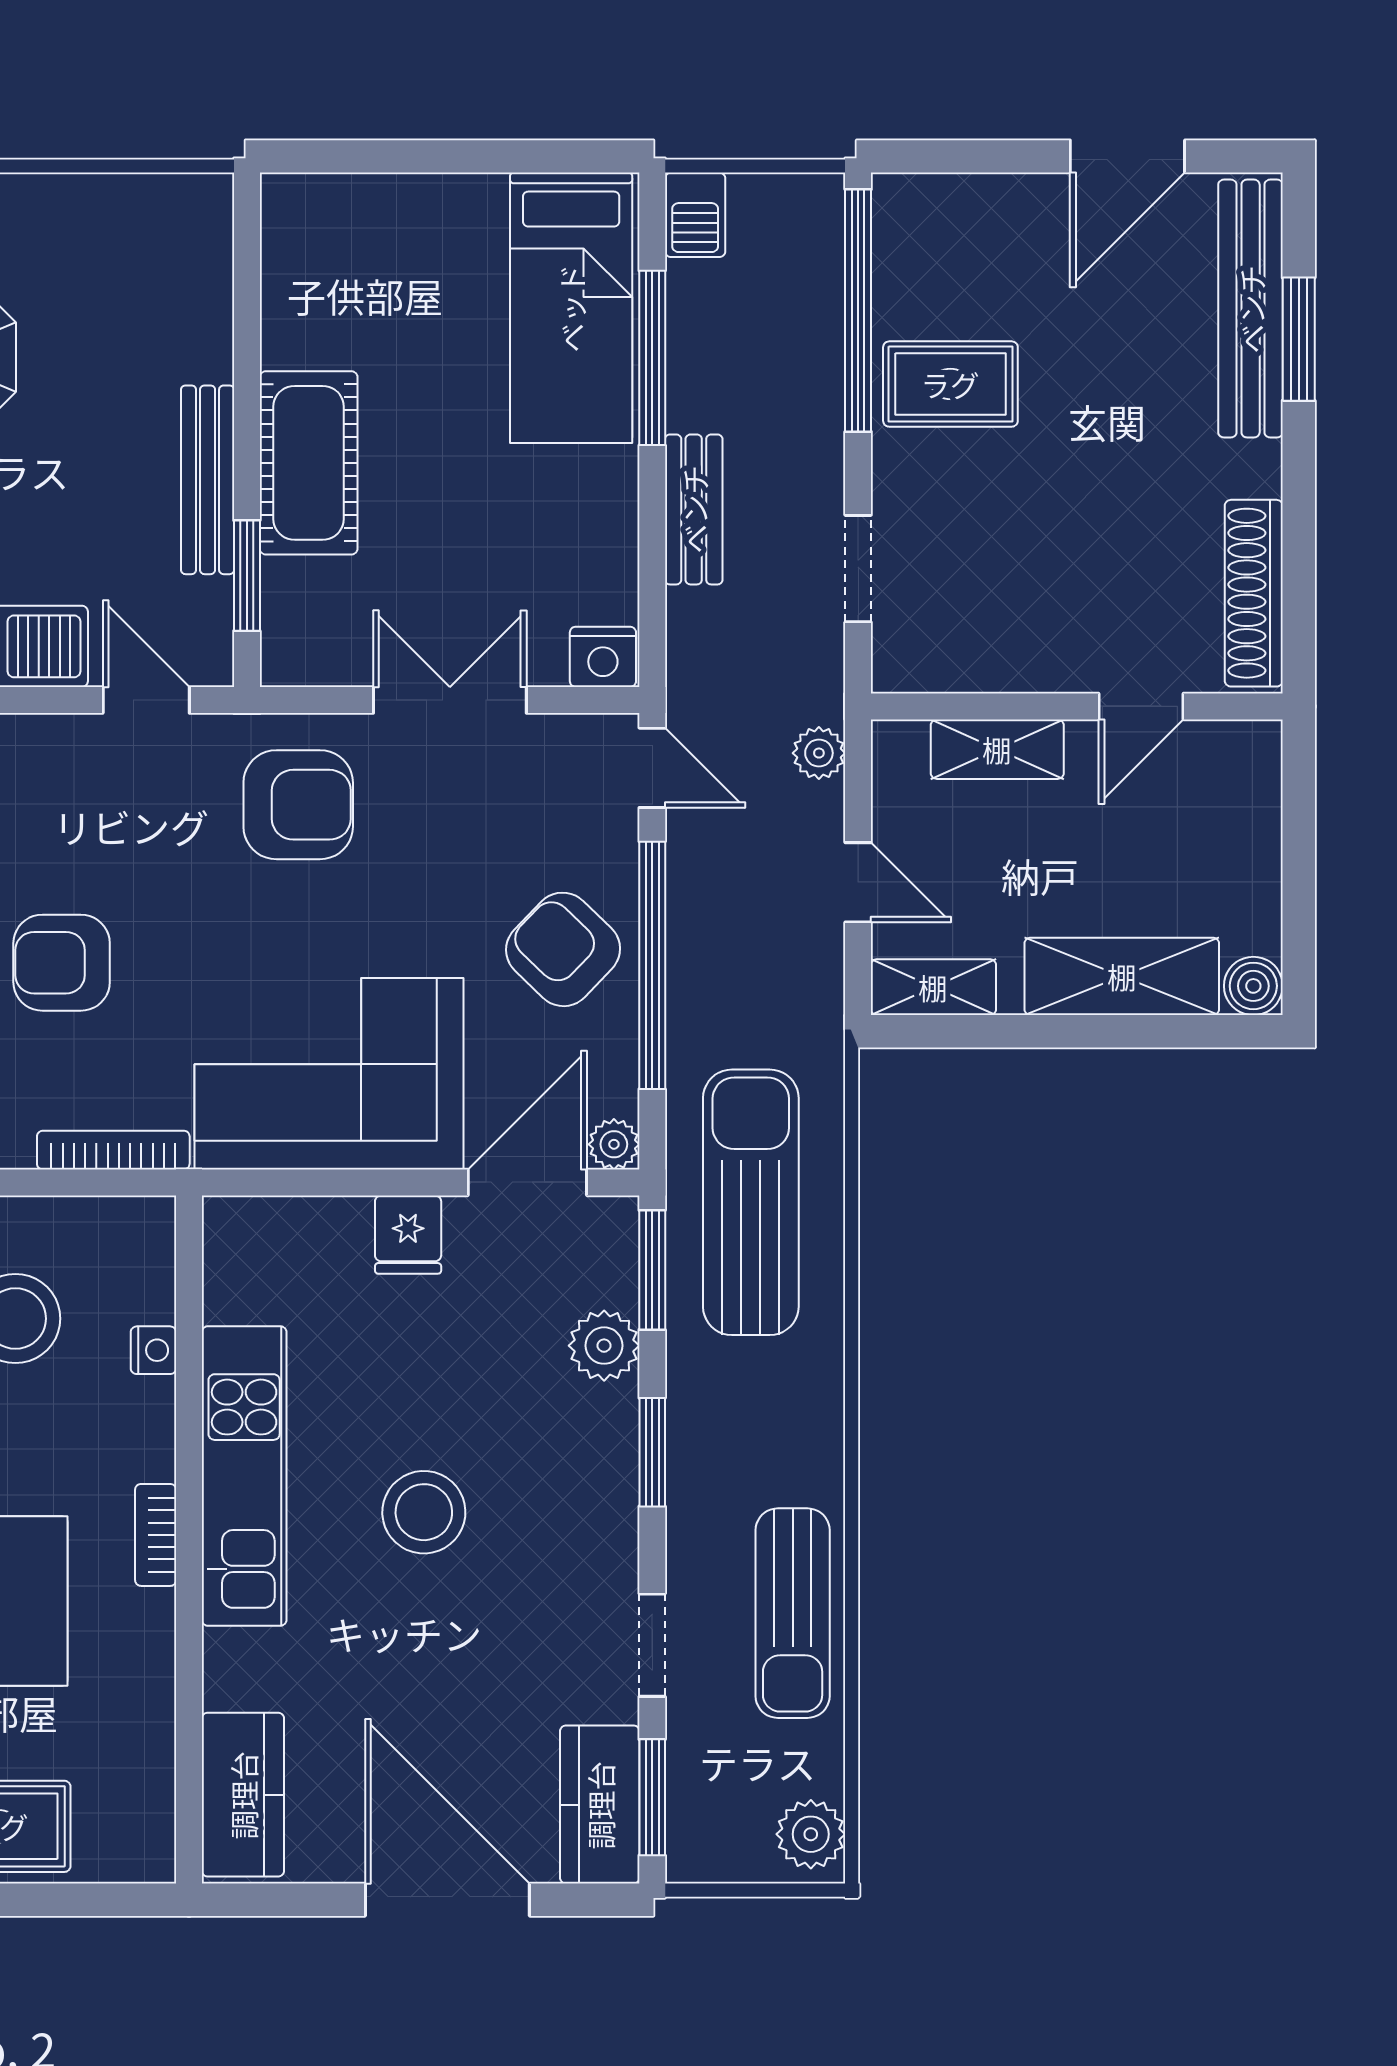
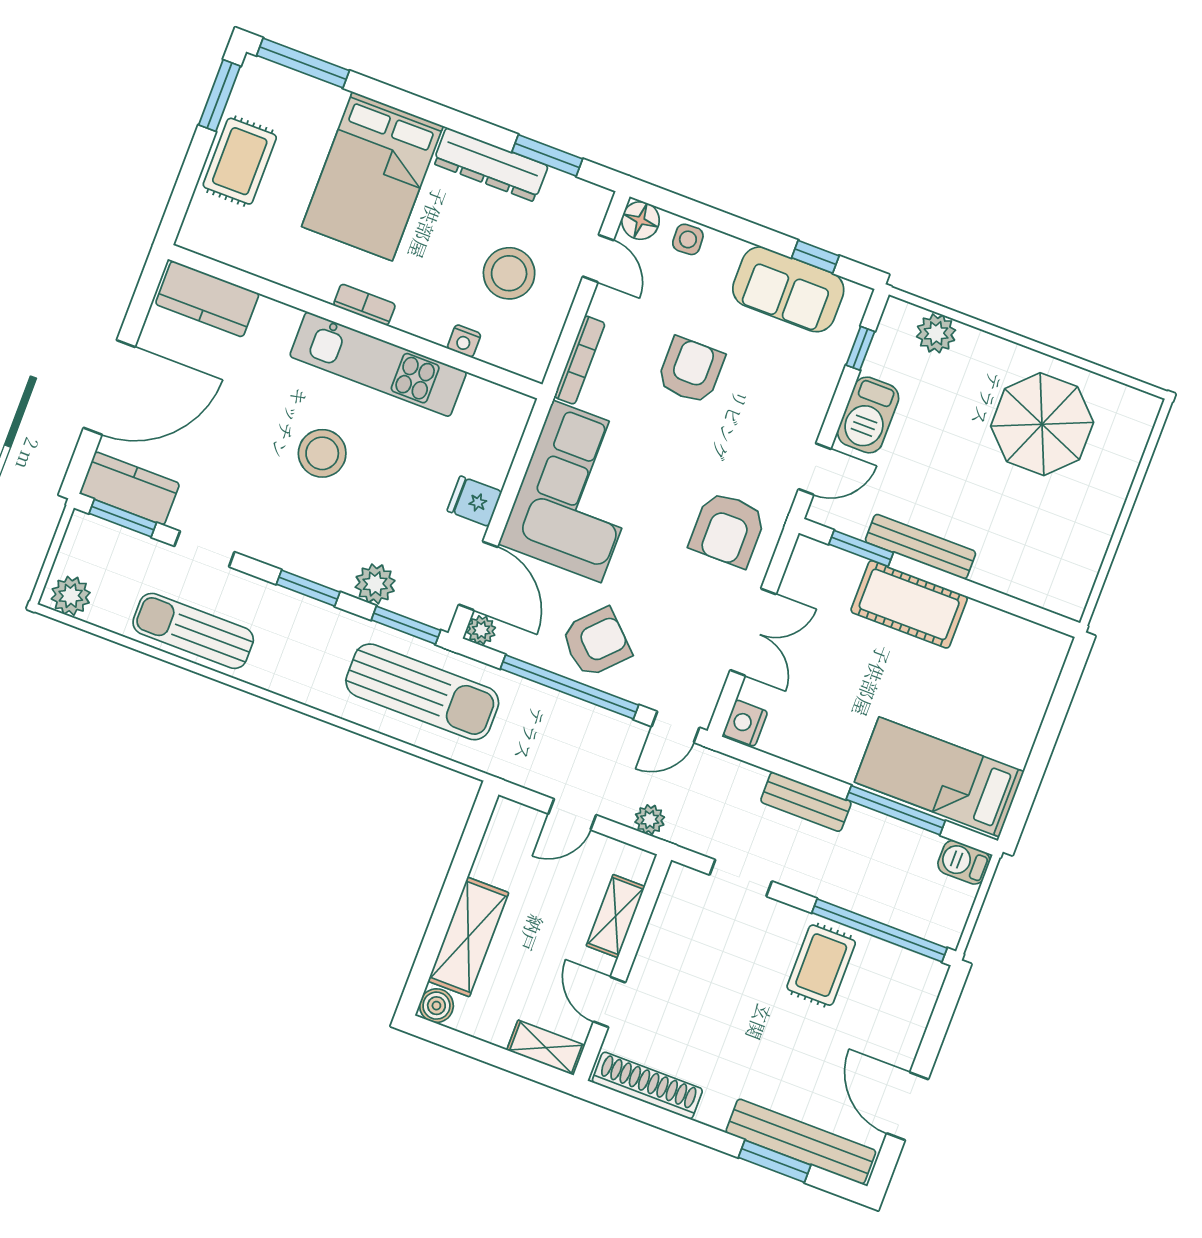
shelving: (933, 987) -> (546, 1048), moved, turned 90

